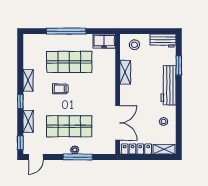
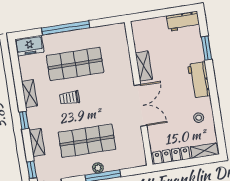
freezer: (104, 41) -> (29, 46), moved
stool: (134, 45) -> (150, 31), removed
workbench: (169, 85) -> (199, 80), width x0.73
double door: (118, 123) -> (141, 105), moved

